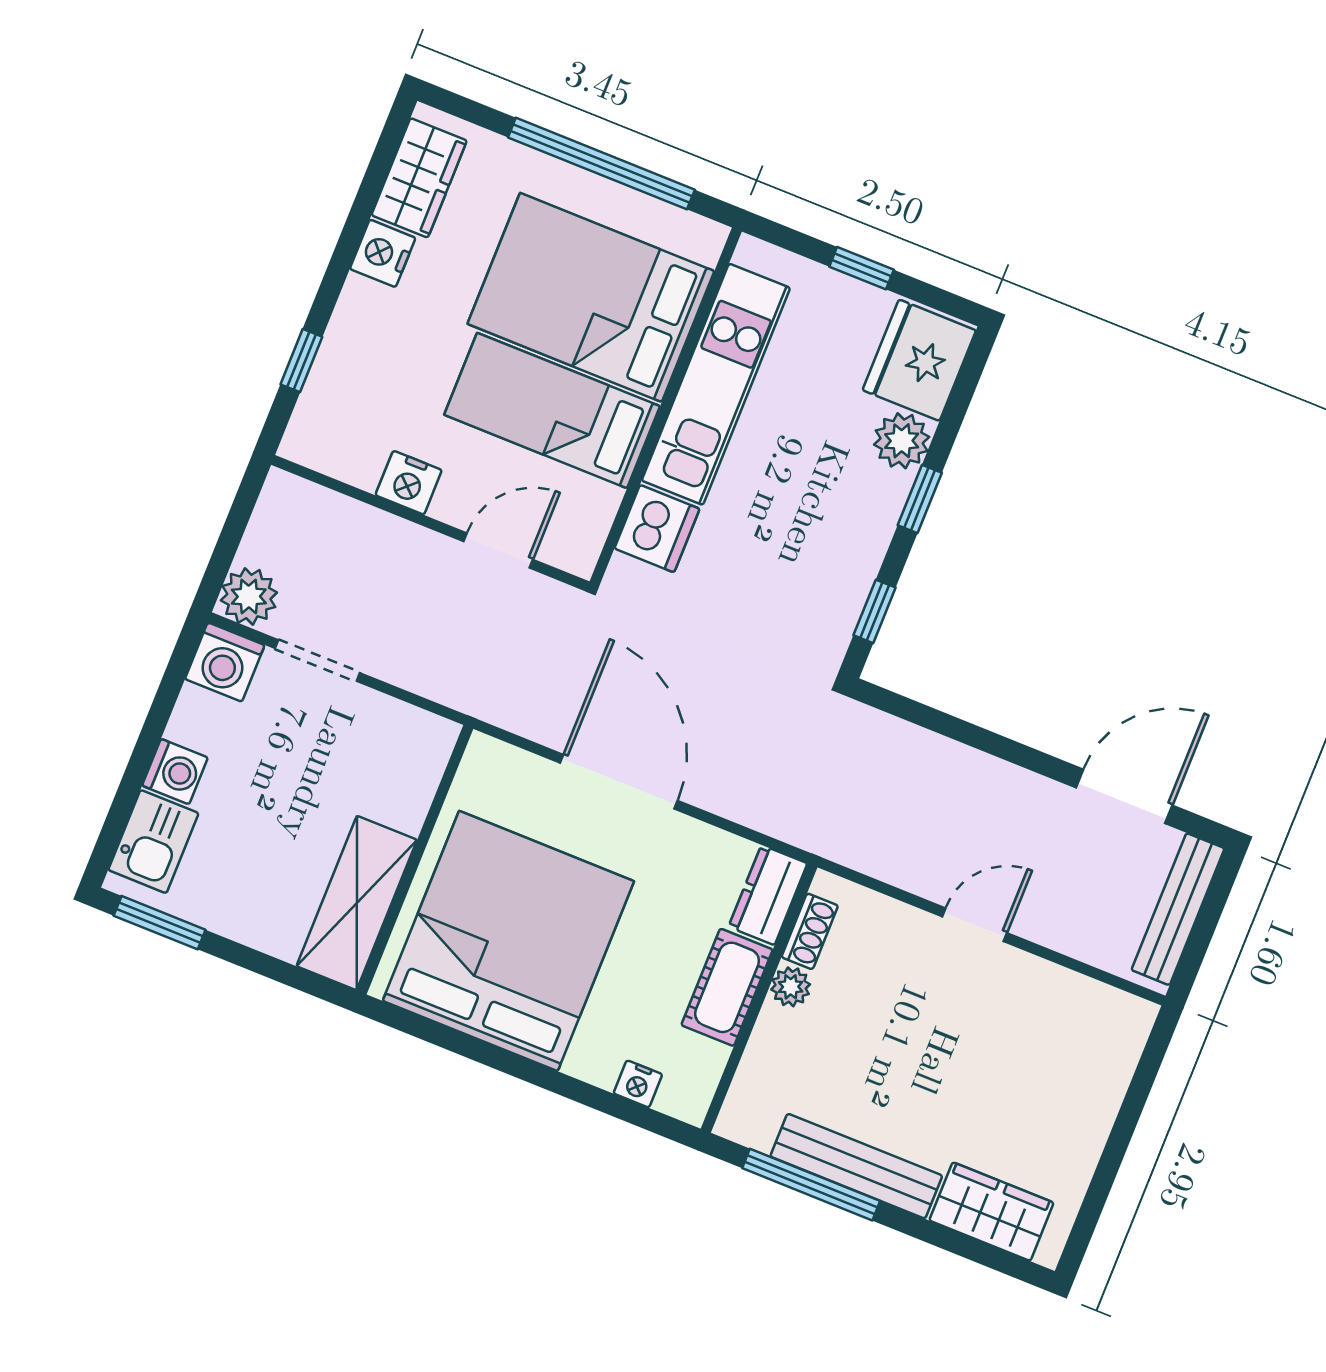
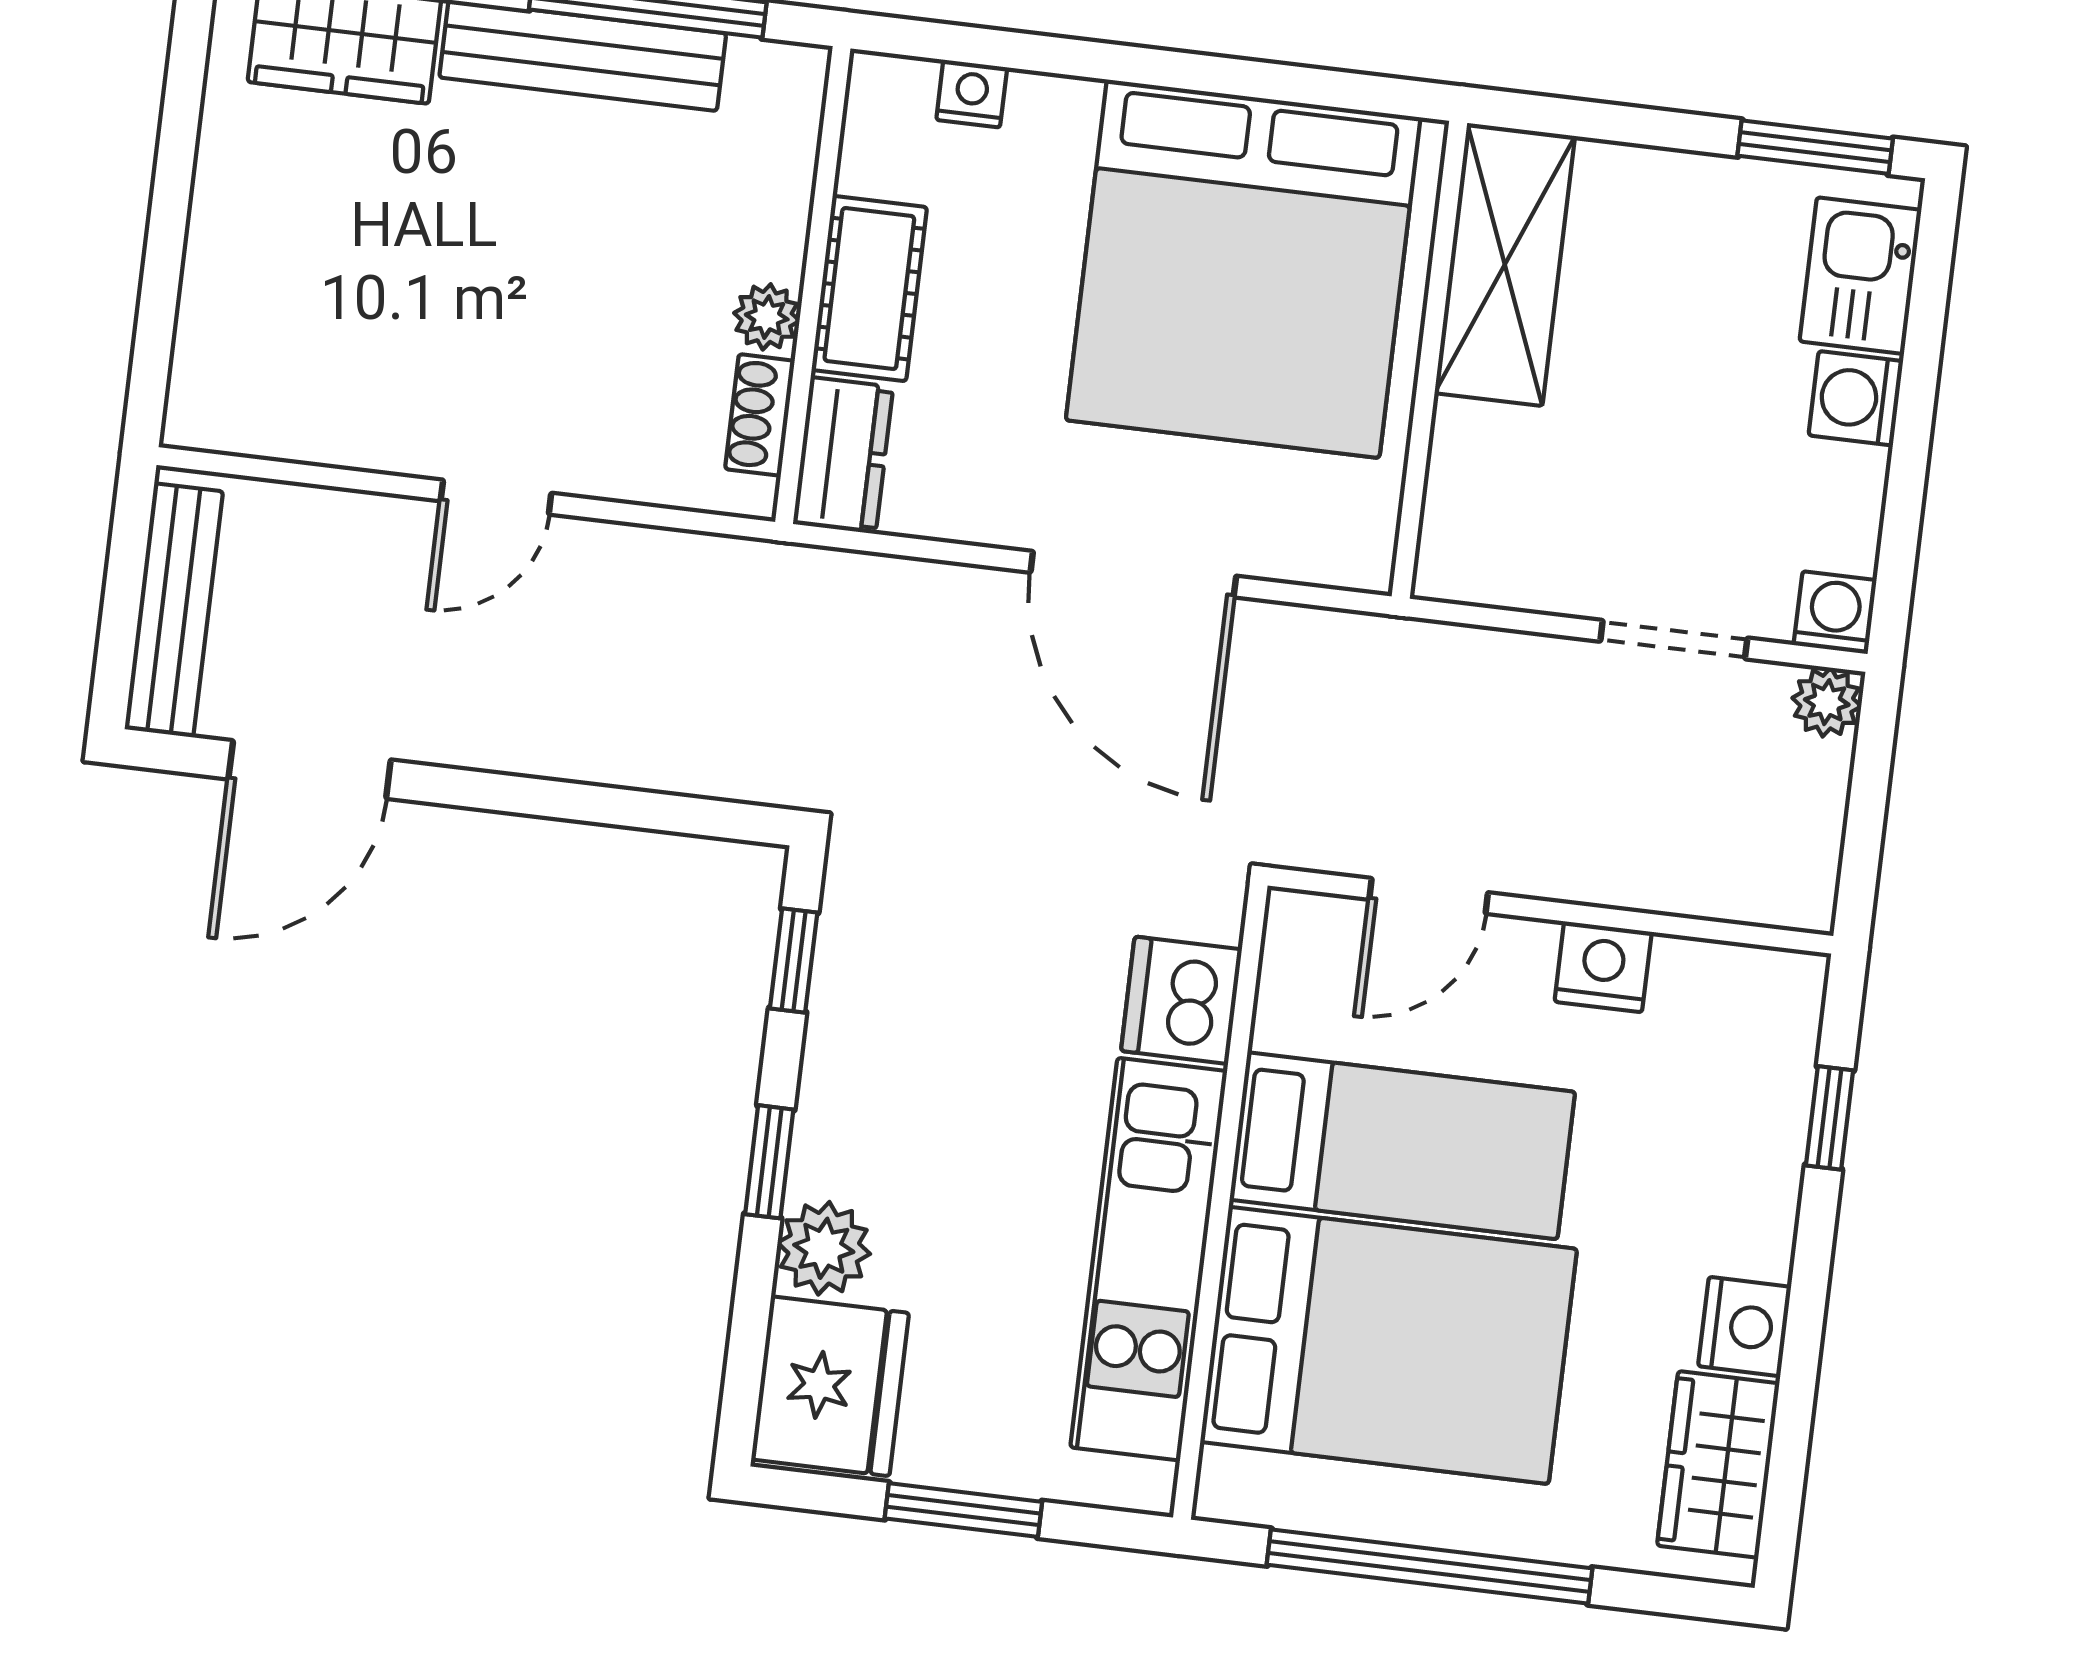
window: (862, 268) -> (963, 1510), width x1.50
plant: (249, 596) -> (1827, 702), width x0.73, depth x0.73
washing machine: (225, 662) -> (1835, 613), width x0.73, depth x0.73

